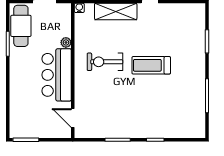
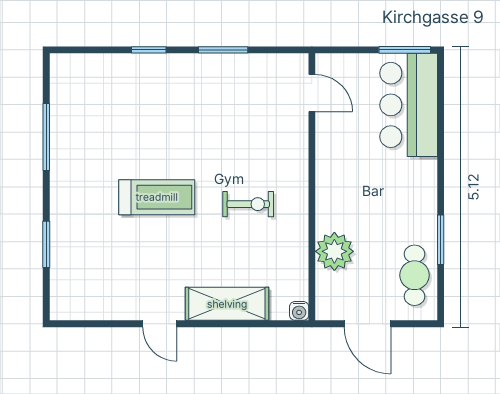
cafe table: (21, 26) -> (415, 275), width x0.73, depth x0.74
plant: (66, 42) -> (334, 251), width x1.88, depth x1.88
exercise bike: (105, 62) -> (248, 204), width x0.73, depth x0.72
bar counter: (57, 75) -> (409, 105), moved, turned 180

